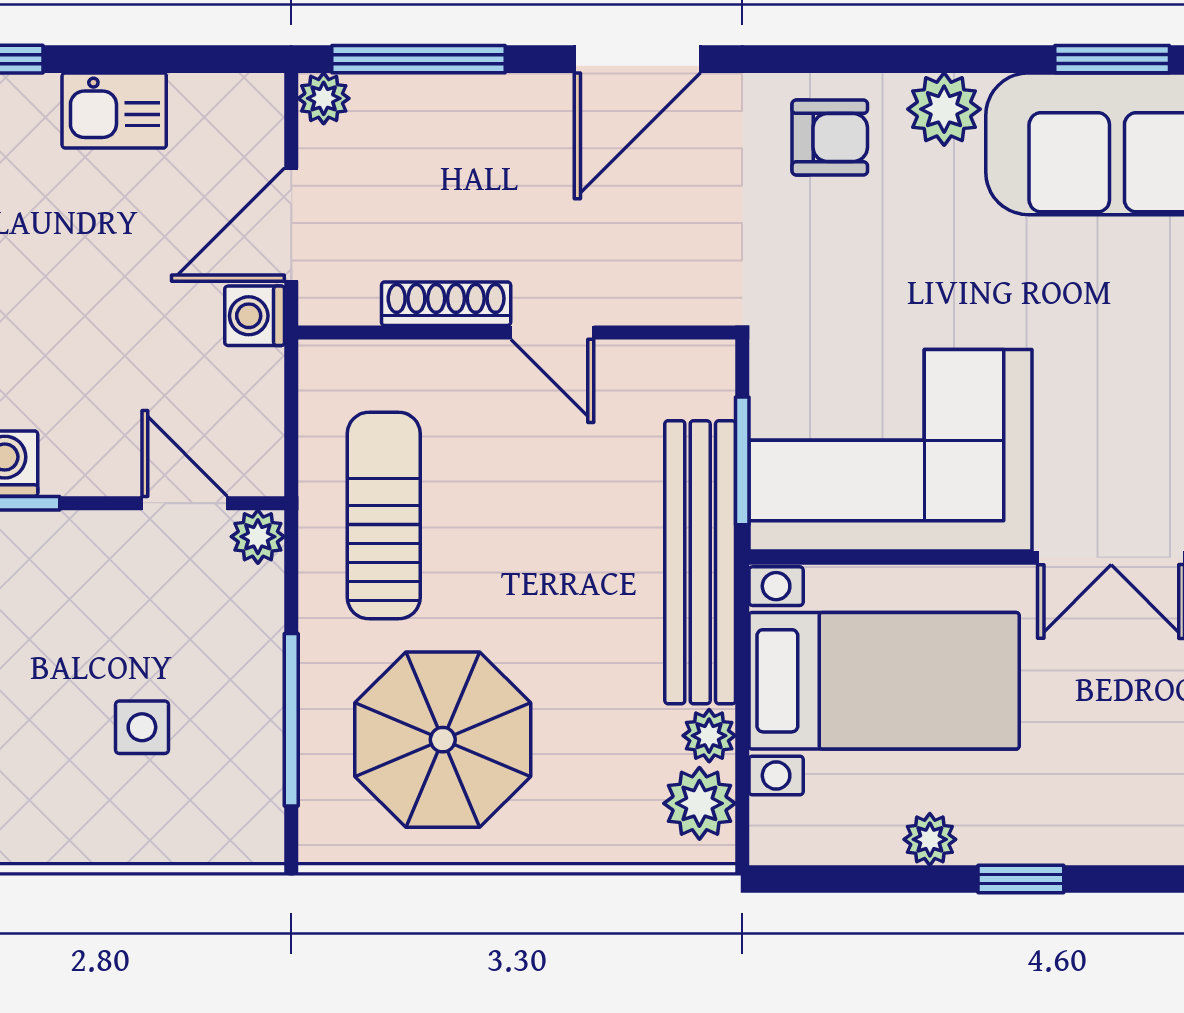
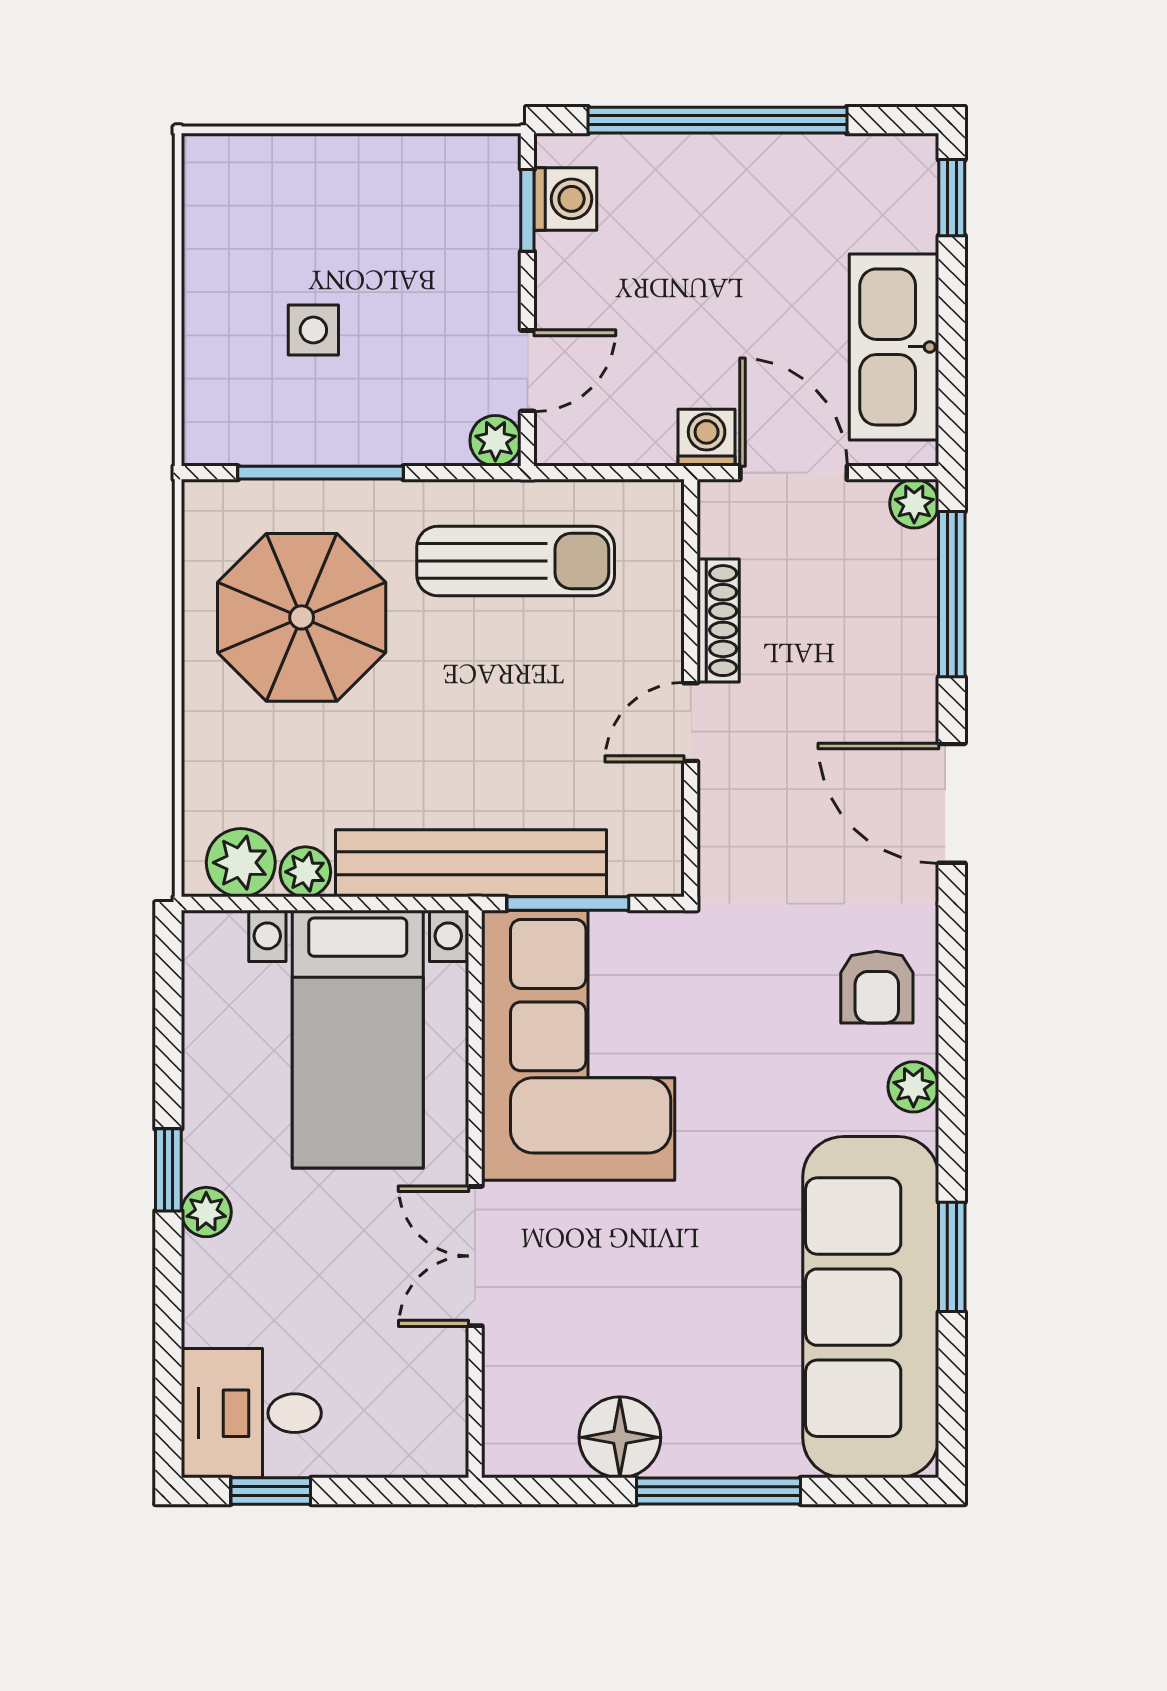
plant: (944, 109) -> (913, 1087), width x0.73, depth x0.73
kitchen sink: (114, 110) -> (894, 347), width x1.87, depth x1.24
plant: (930, 839) -> (206, 1212), moved

